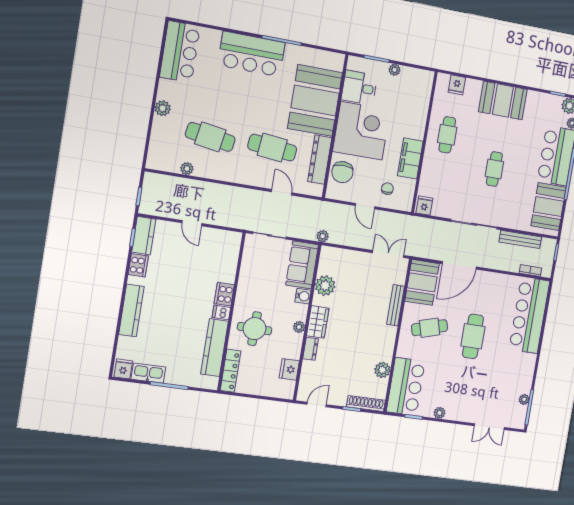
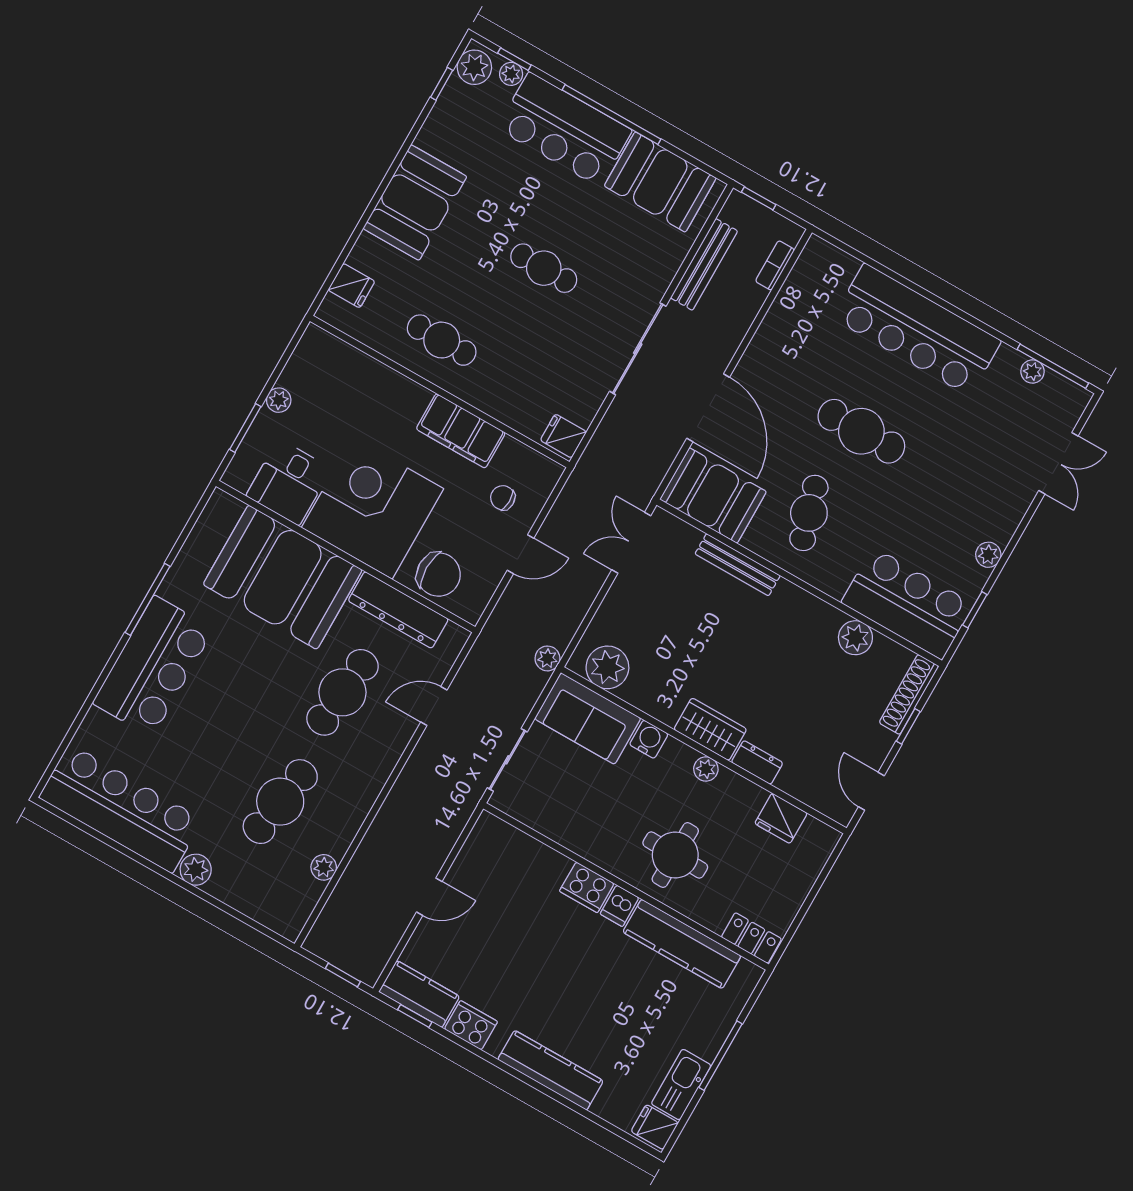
bar counter: (180, 52) -> (121, 809), width x1.36
plant: (325, 286) -> (607, 667), moved
bar counter: (529, 315) -> (917, 330), moved
locker: (231, 371) -> (751, 938), width x0.66

